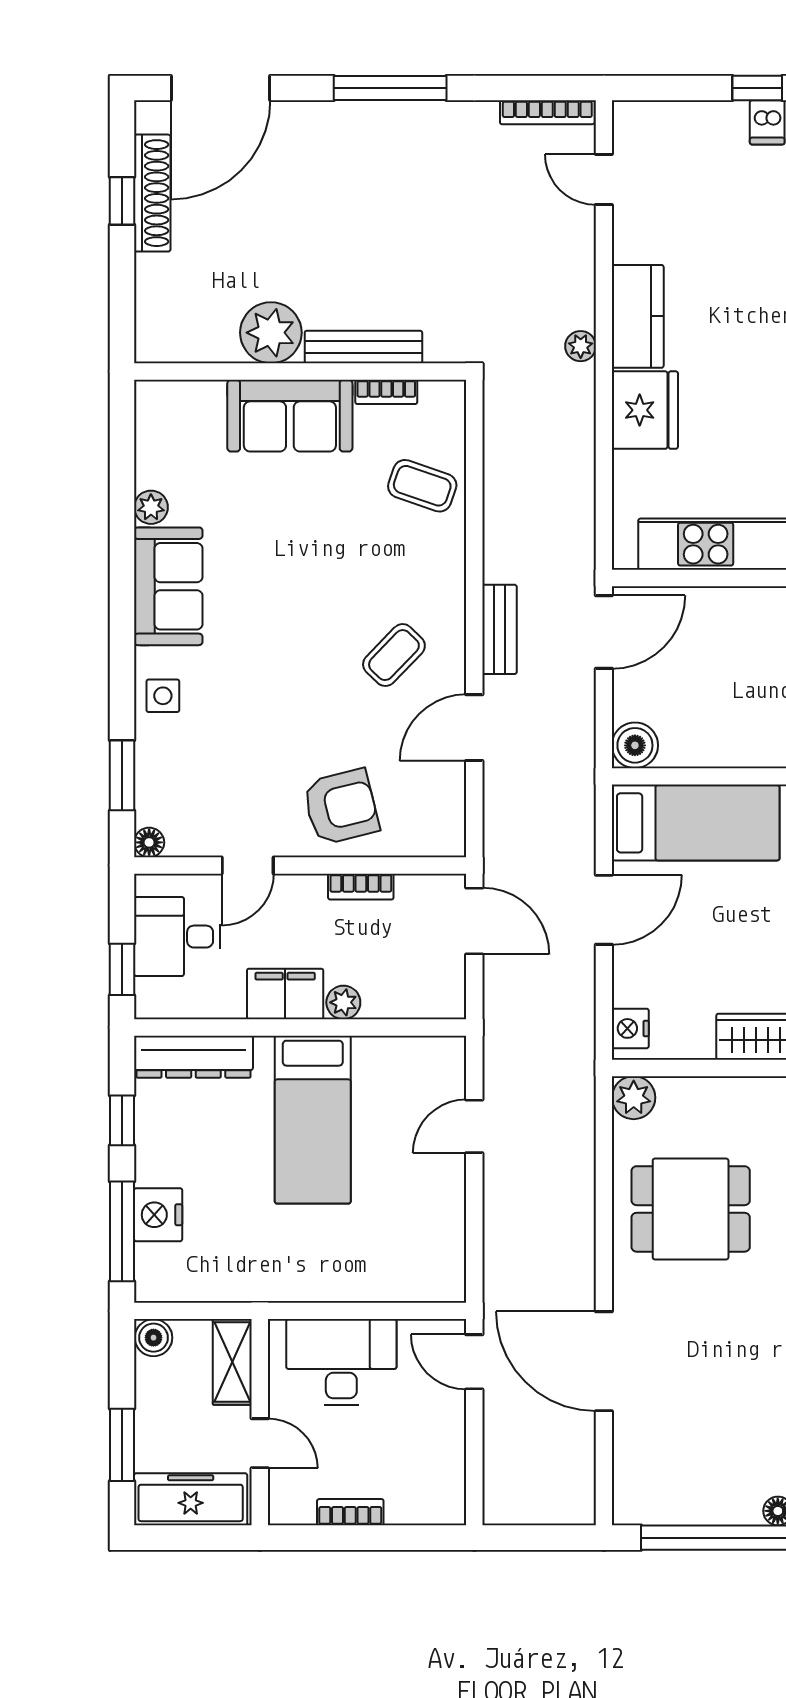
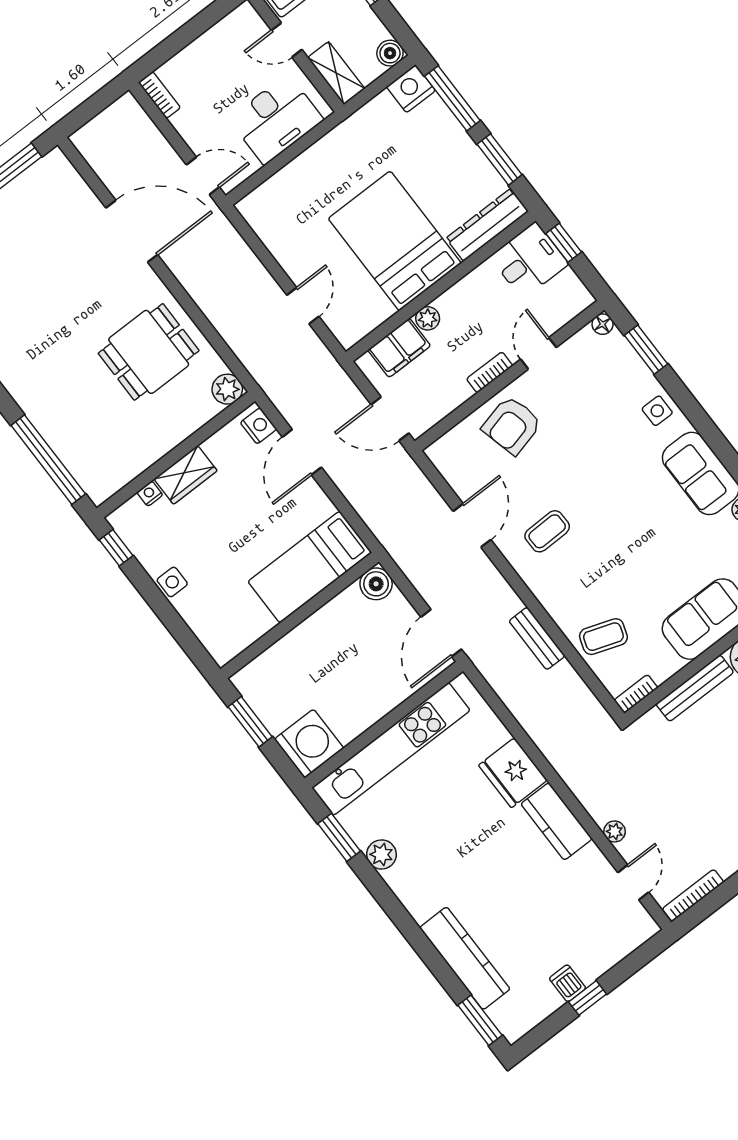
door: (604, 180) -> (633, 882), hinge flipped
plant: (581, 346) -> (615, 831), moved
bookcase: (386, 392) -> (636, 694), moved
bench: (500, 629) -> (537, 638), moved
coffee table: (394, 655) -> (547, 531), turned 45
bookcase: (361, 887) -> (490, 372), moved
door: (604, 910) -> (302, 452), moved
desk: (177, 937) -> (529, 260), moved
filing cabinet: (285, 994) -> (399, 348), moved
window: (122, 1120) -> (499, 159), width x1.50
bed: (313, 1120) -> (395, 241), width x1.50
nightstand: (158, 1215) -> (411, 89), moved, turned -90
bookcase: (350, 1512) -> (159, 95), moved, turned -90

